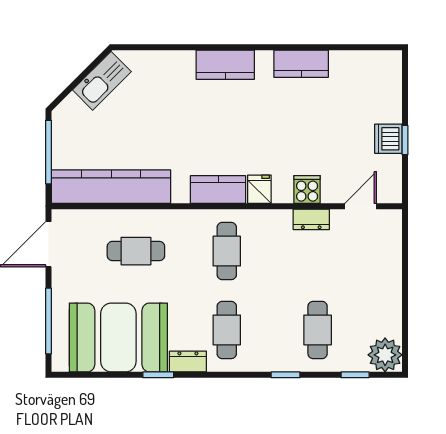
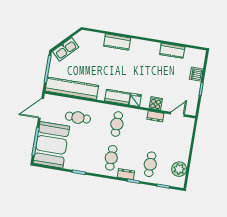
kitchen counter: (301, 64) -> (172, 51), moved
kitchen counter: (225, 65) -> (117, 42), moved
kitchen sink: (102, 81) -> (66, 49), moved
dishwasher: (388, 139) -> (196, 74), moved
booth: (118, 337) -> (51, 145), moved, turned 90
plant: (385, 355) -> (179, 169), moved
dresser: (188, 361) -> (126, 174), moved

